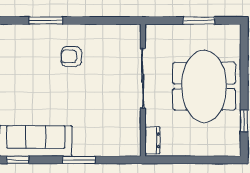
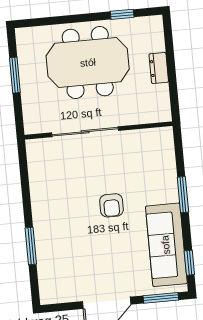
armchair: (71, 57) -> (111, 205), moved
dresser: (153, 140) -> (159, 68), moved, turned -90

